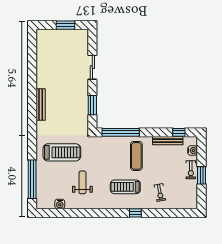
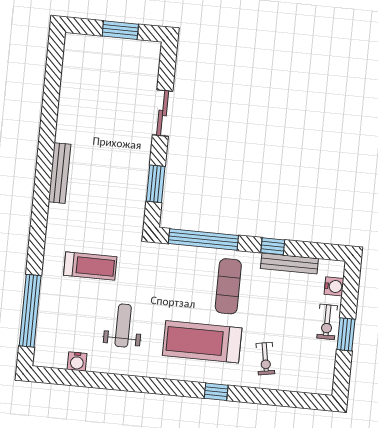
window: (179, 132) -> (273, 246), moved
treadmill: (62, 152) -> (90, 266), width x0.73, depth x0.73
treadmill: (125, 187) -> (202, 342), width x1.37, depth x1.37

